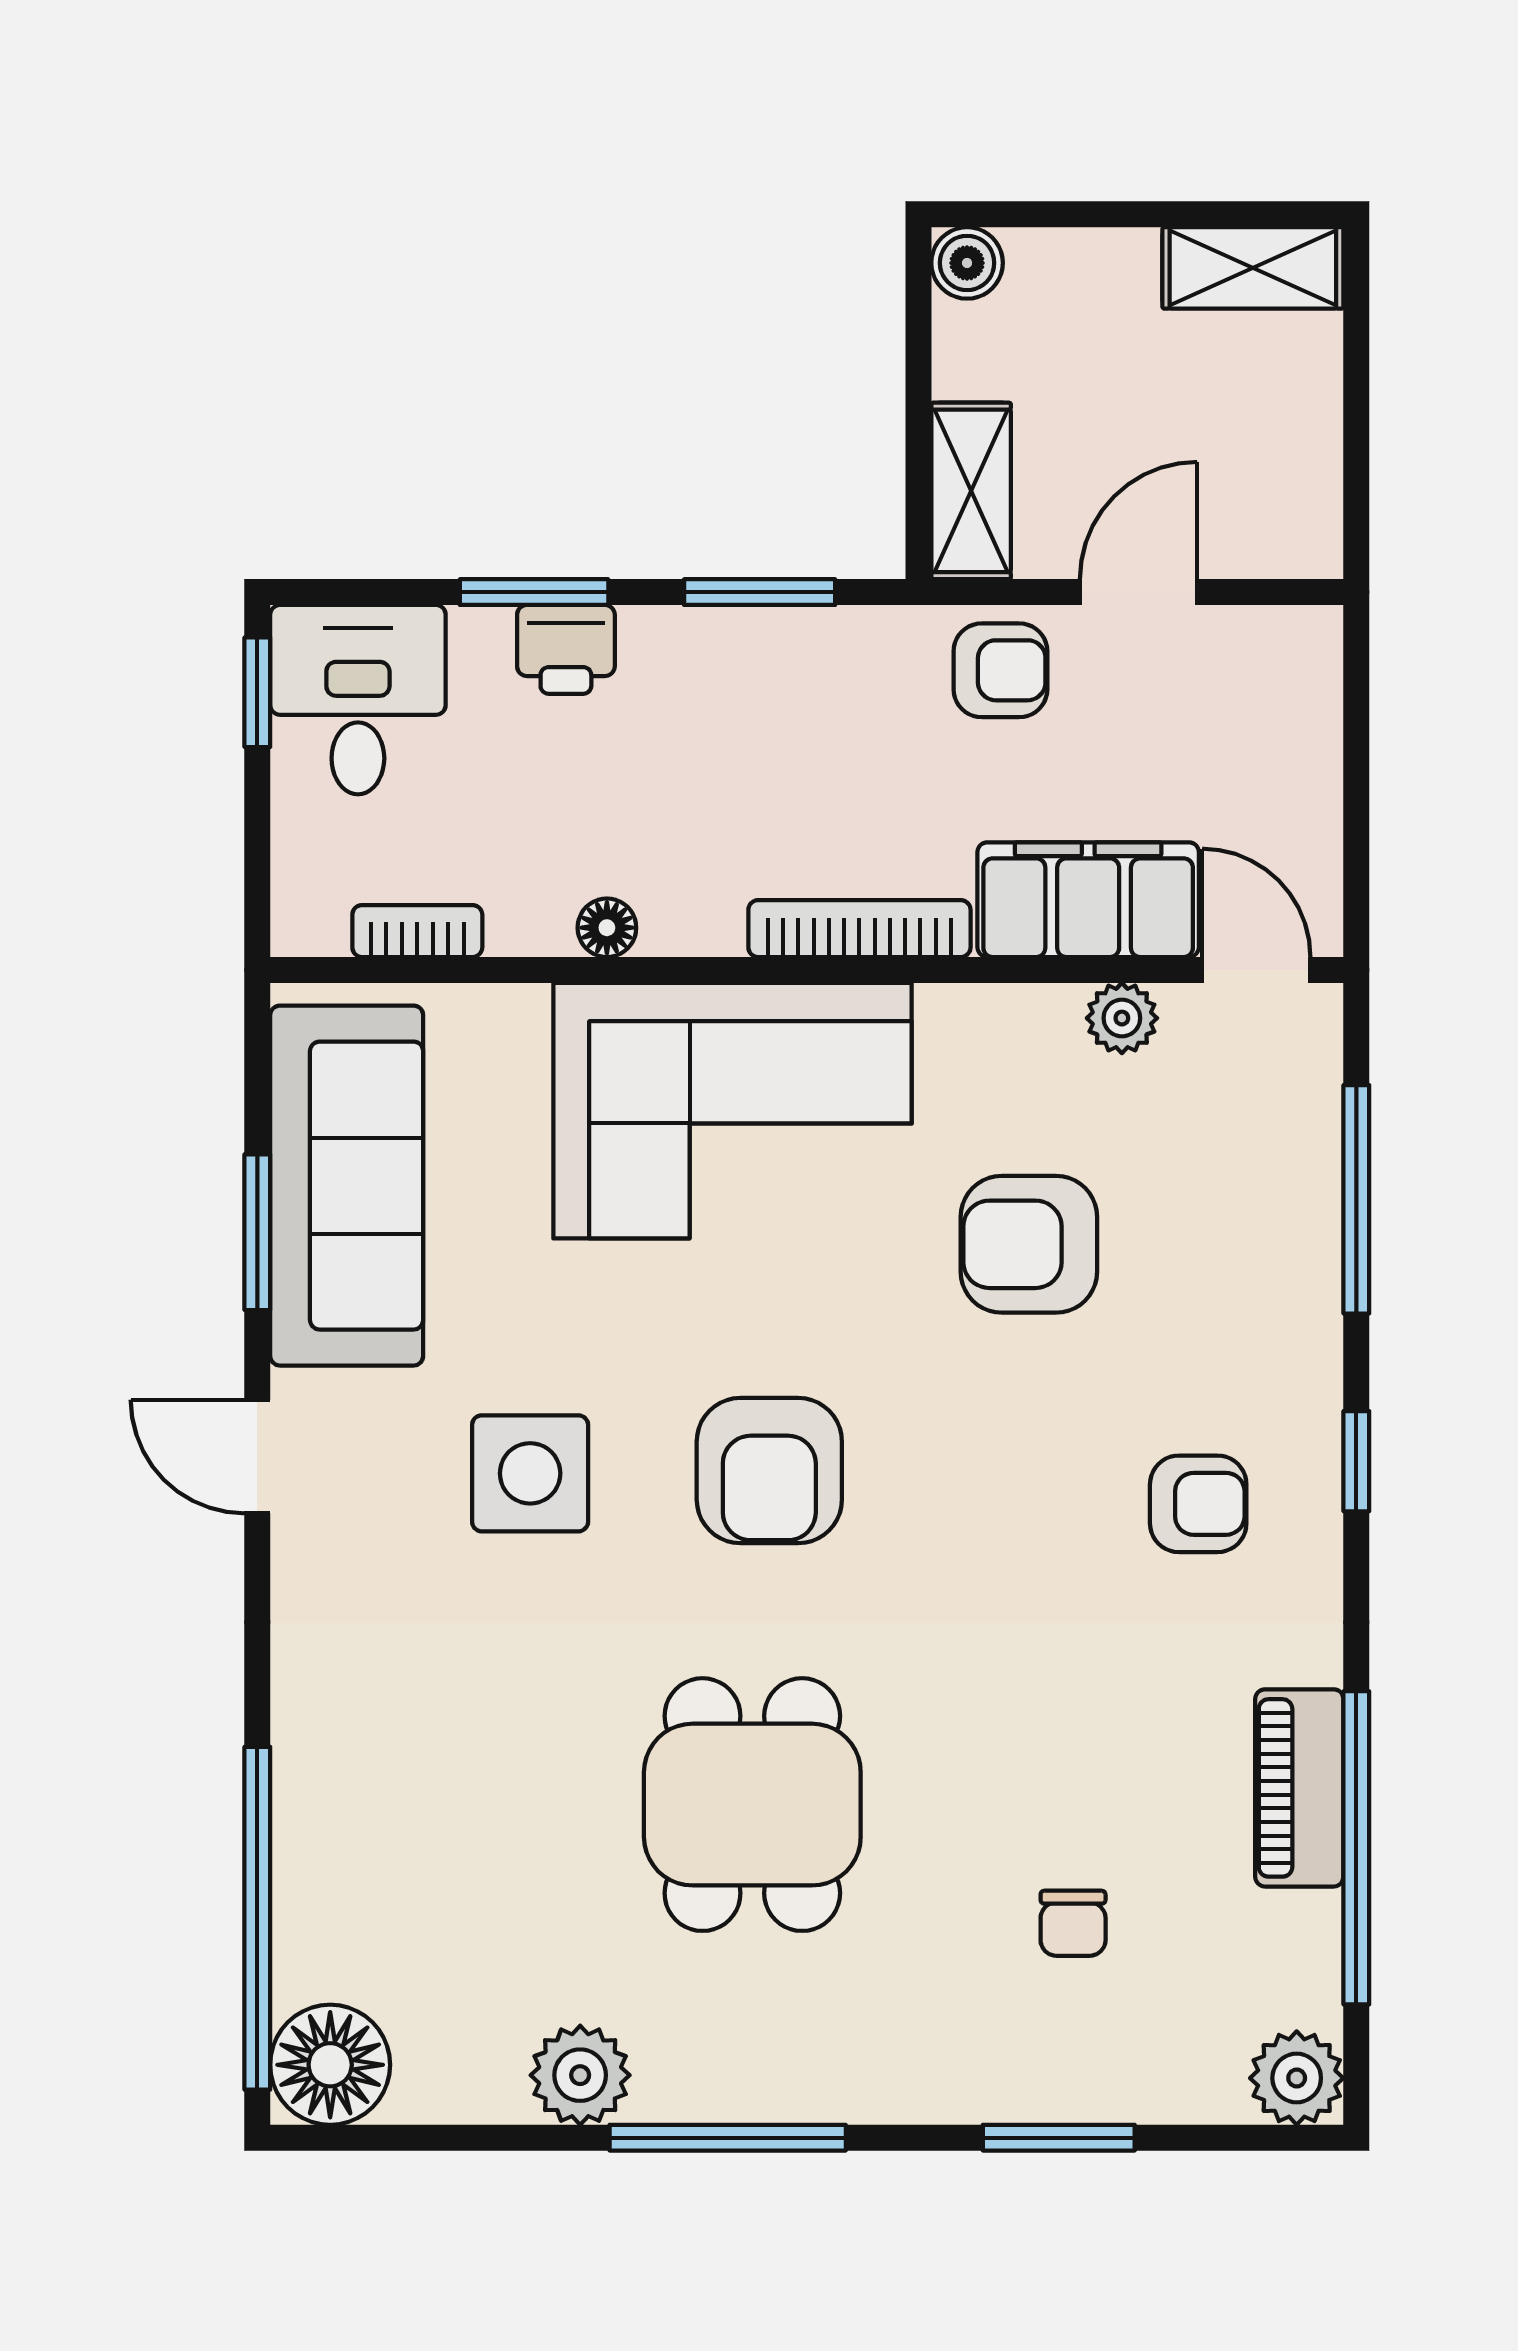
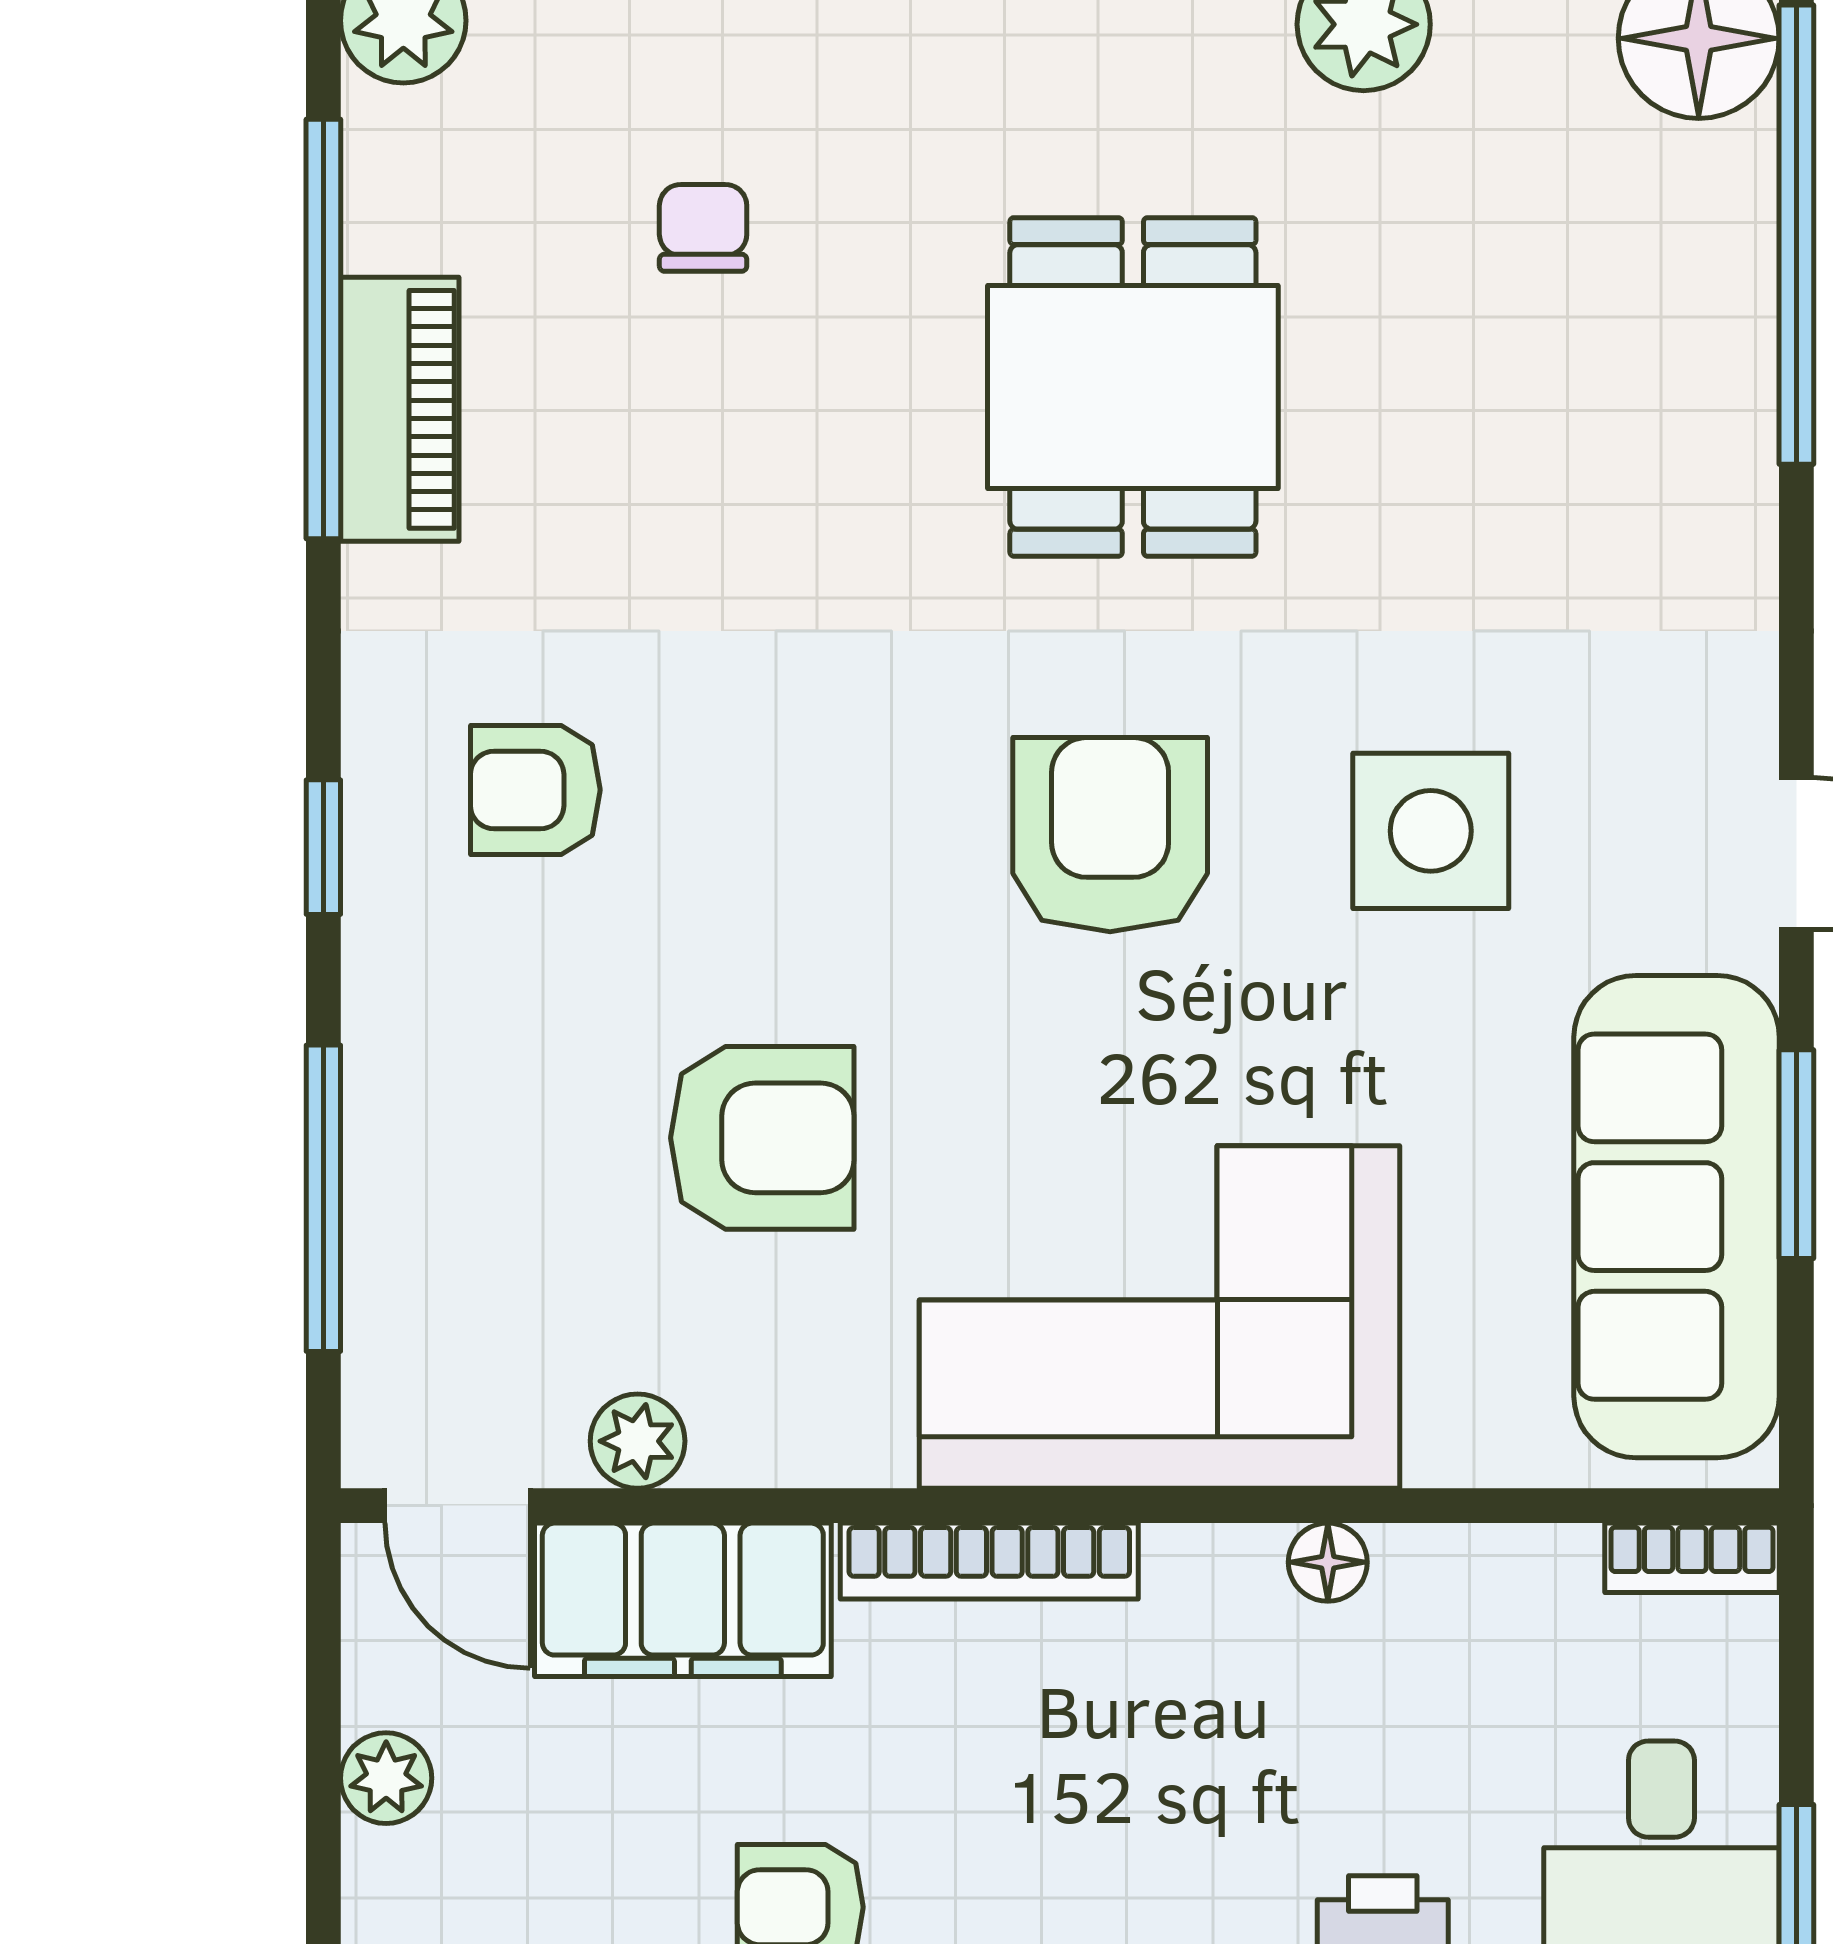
plant: (1310, 767) -> (386, 1778), added
bookcase: (417, 931) -> (1692, 1558), moved

